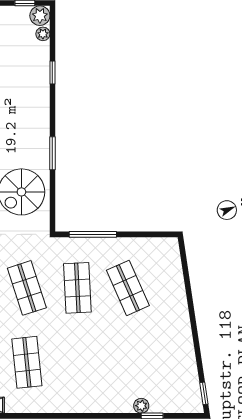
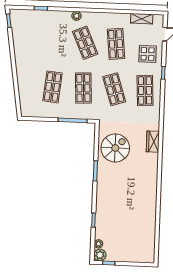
shop shelf: (128, 288) -> (53, 87), turned 30
shop shelf: (77, 362) -> (85, 43), added
plant: (141, 406) -> (76, 16), moved

